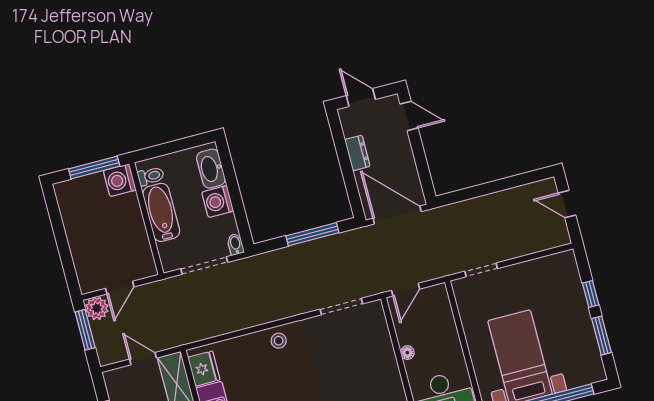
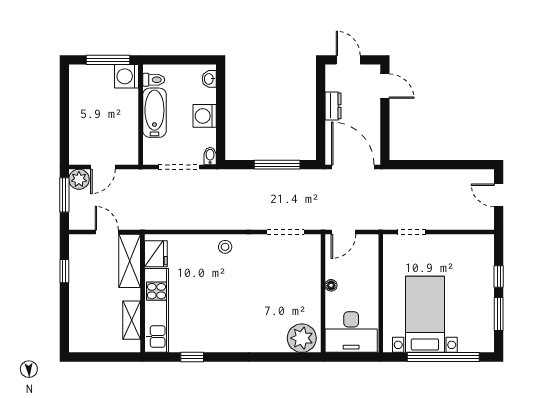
washbasin: (211, 169) -> (209, 79), width x0.52, depth x0.69

